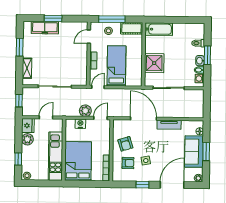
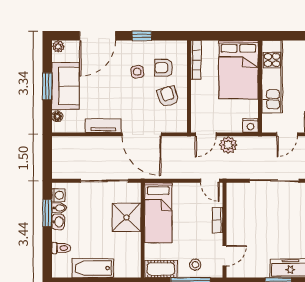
bathtub: (159, 29) -> (93, 268), moved
window: (207, 55) -> (47, 213), moved
bed: (116, 66) -> (158, 213), moved
door: (98, 87) -> (210, 181), hinge flipped
nightstand: (80, 124) -> (251, 126), moved

